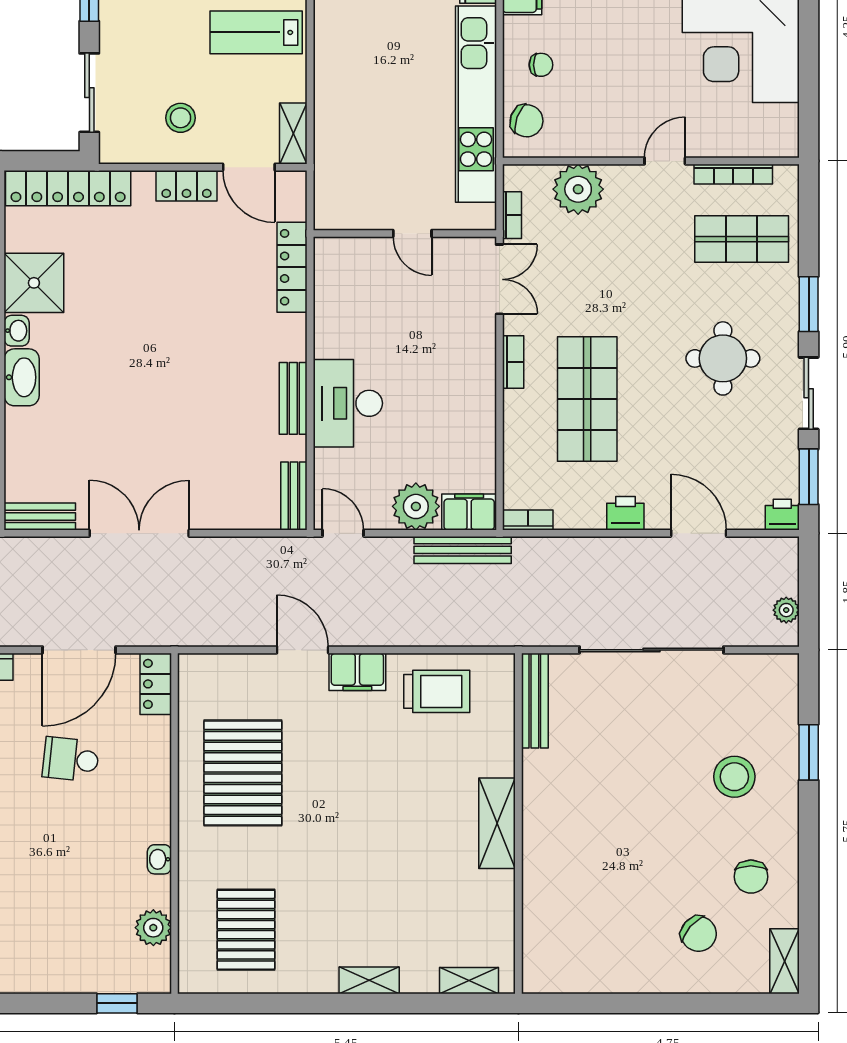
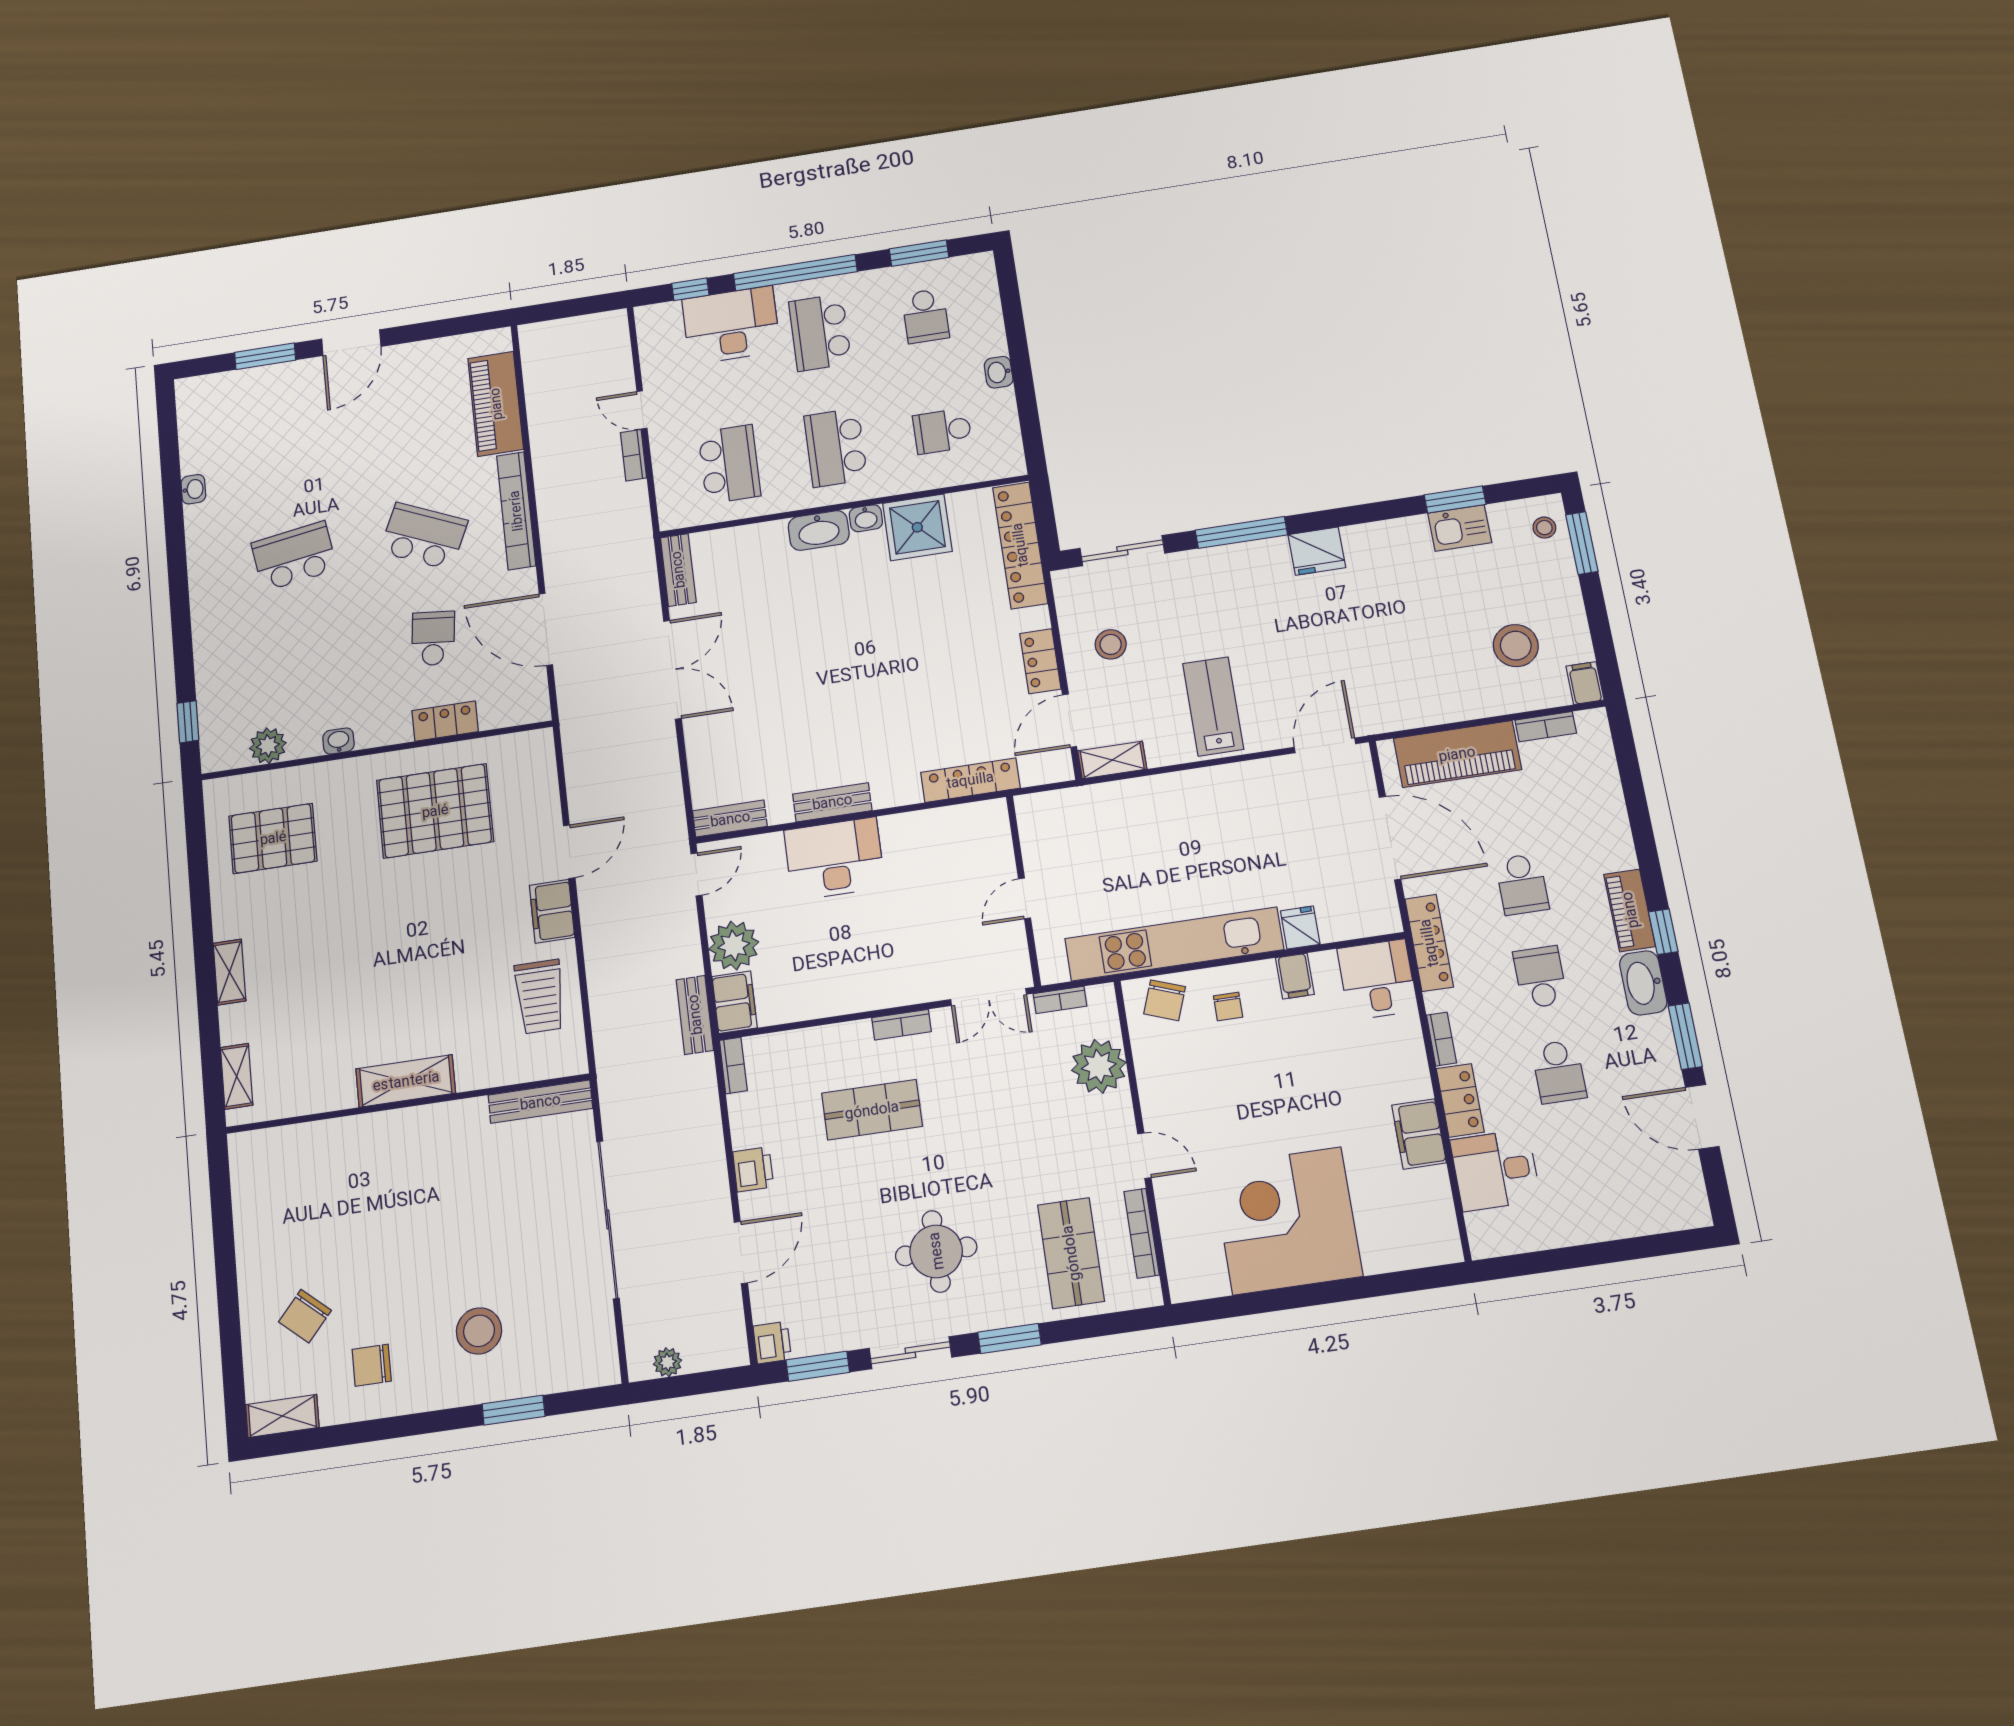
shop shelf: (587, 399) -> (872, 1110), width x0.70, depth x0.74
bench: (463, 550) -> (695, 1015), width x0.73
locker: (156, 684) -> (445, 721), moved

